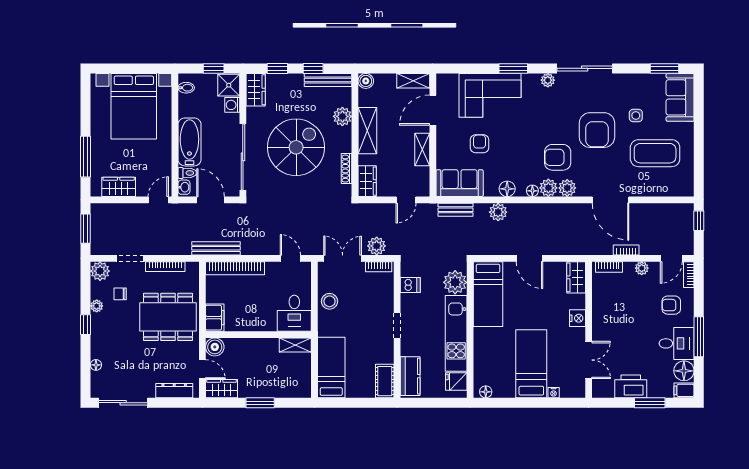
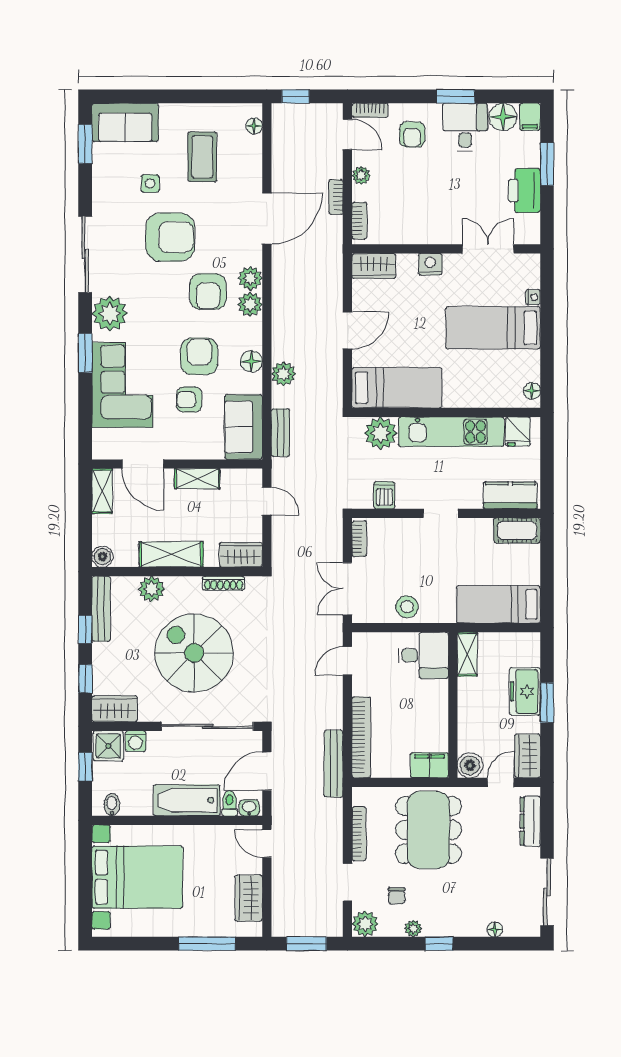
plant: (548, 80) -> (110, 313), width x1.88, depth x1.88
armchair: (511, 151) -> (199, 356), added
coffee table: (655, 153) -> (202, 157), width x0.73, depth x0.76
floor lamp: (532, 191) -> (254, 126), moved
plant: (377, 246) -> (330, 542), removed
window: (699, 337) -> (456, 96), width x0.69
freezer: (268, 387) -> (525, 691), added

